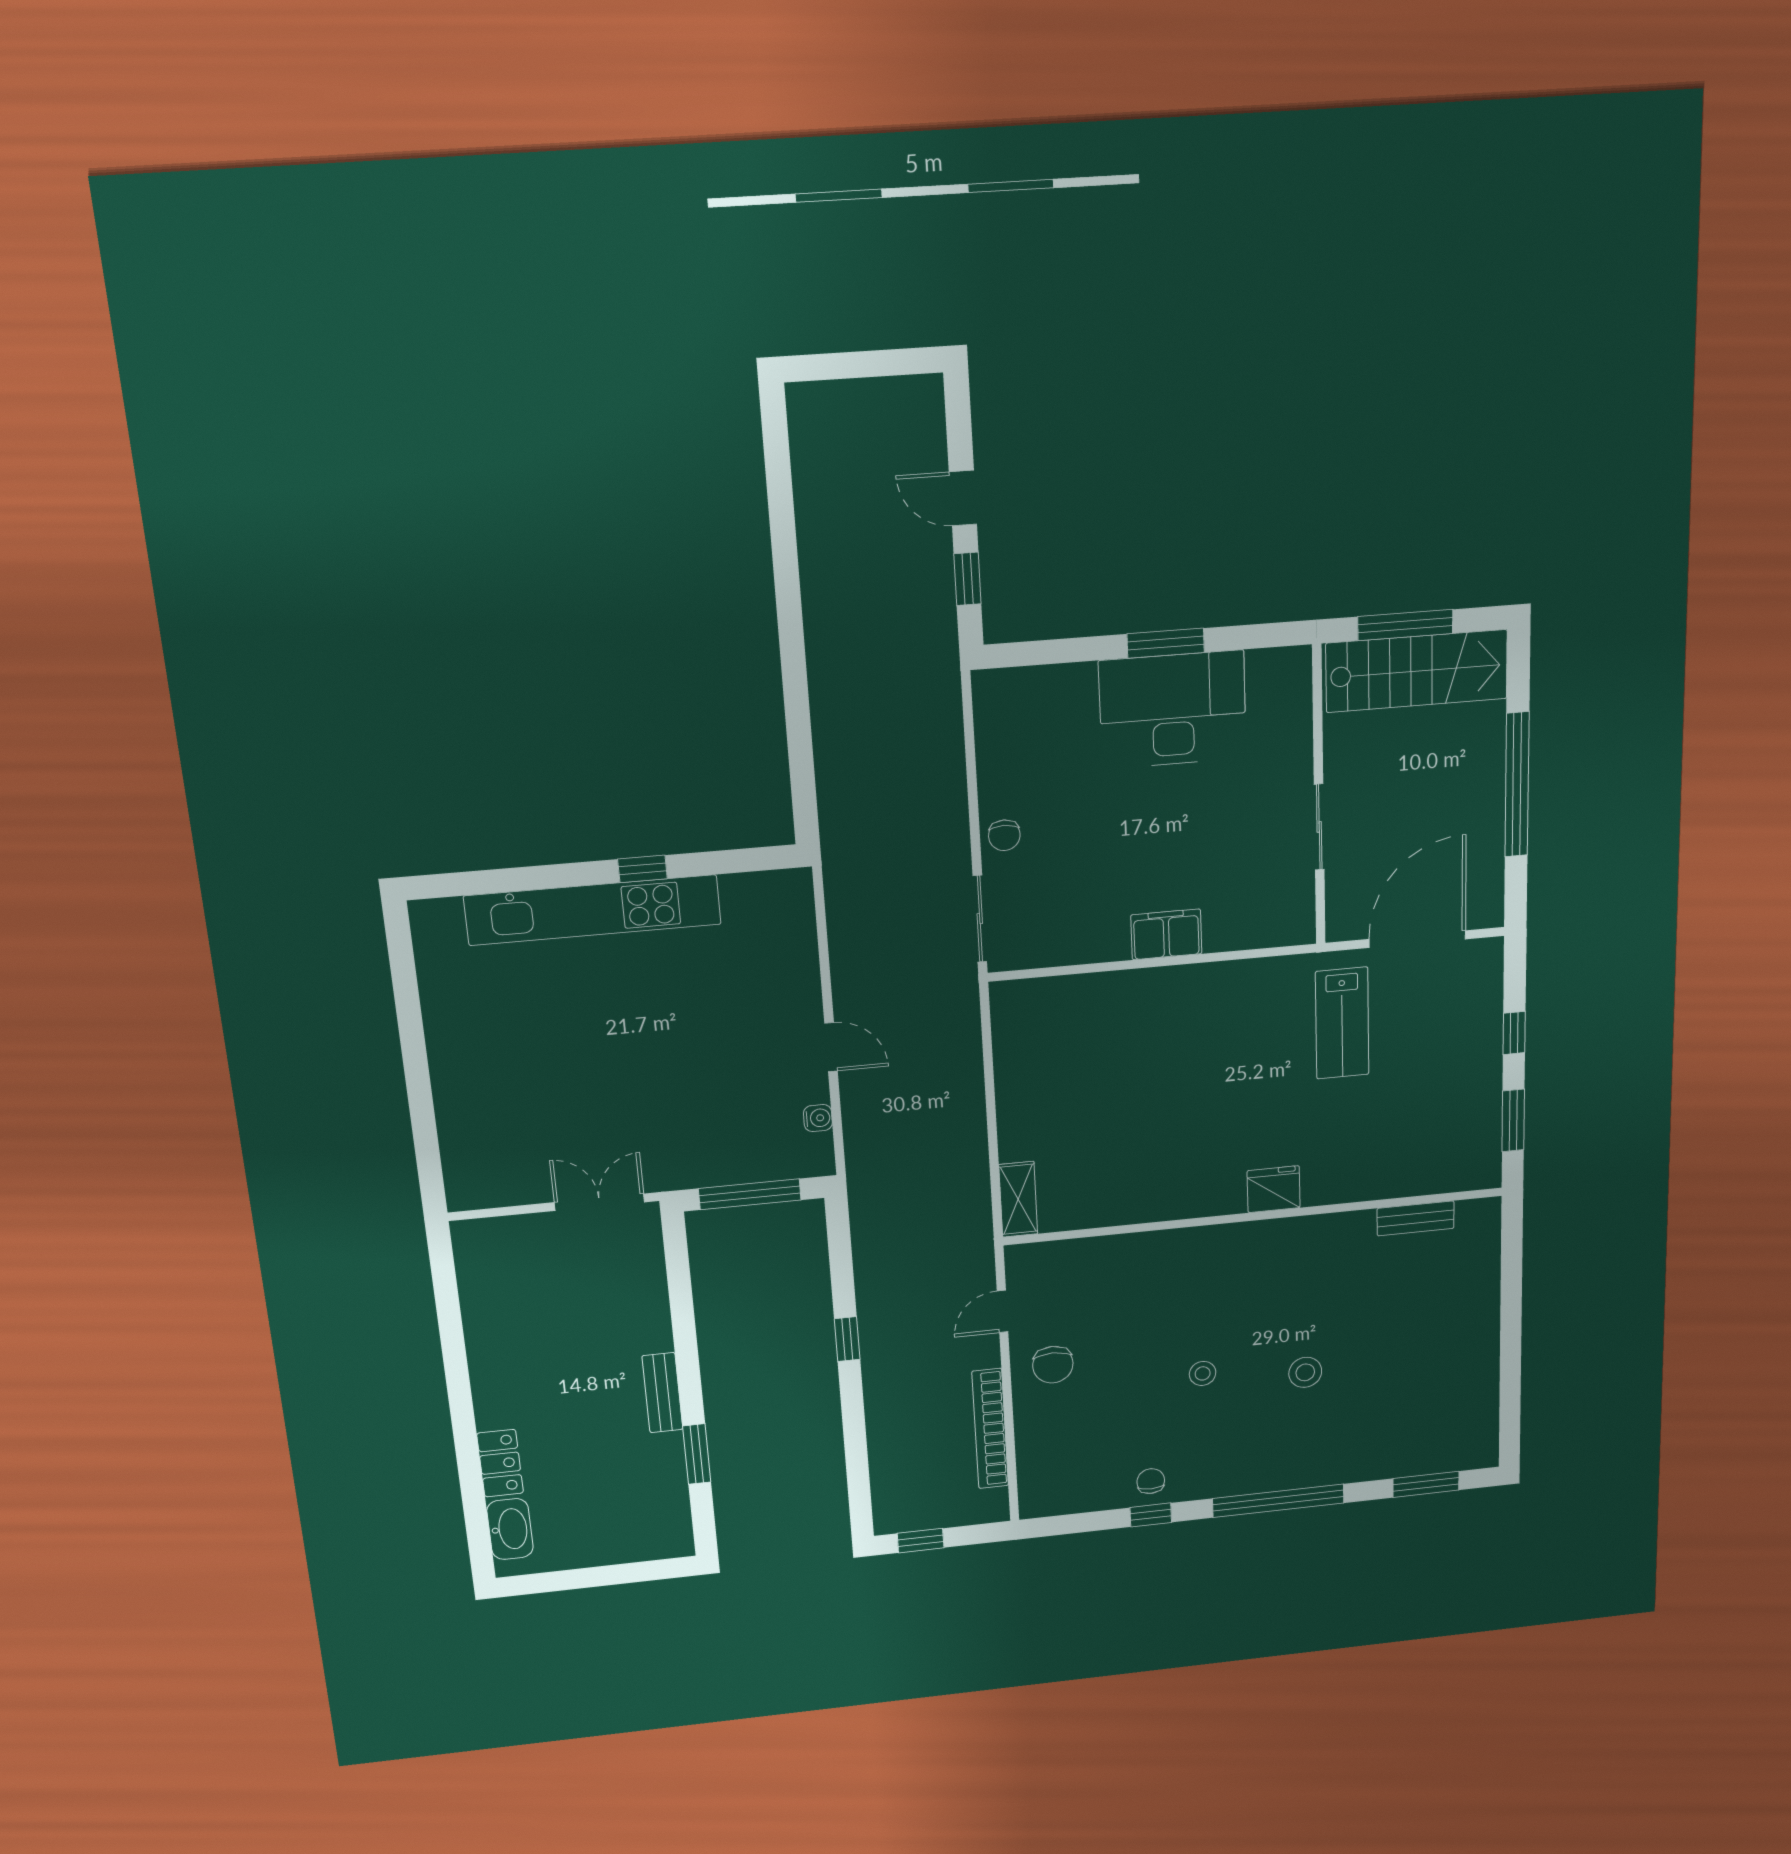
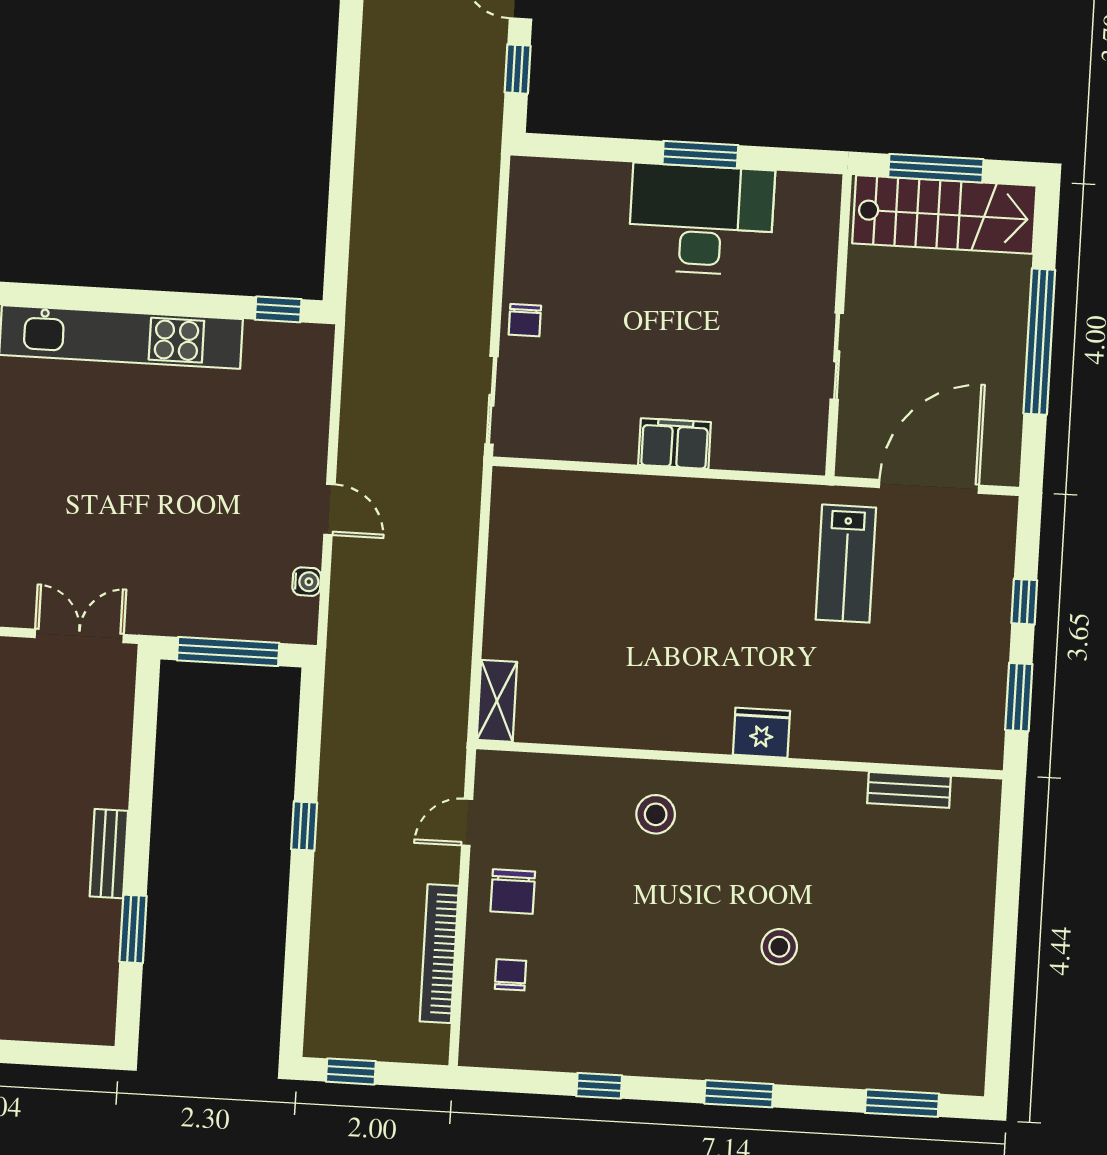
window: (642, 869) -> (278, 309), moved
stool: (1203, 1373) -> (656, 814), moved, width x1.37, depth x1.37
chair: (1151, 1481) -> (510, 975), moved
window: (1278, 1501) -> (739, 1094), width x0.47

